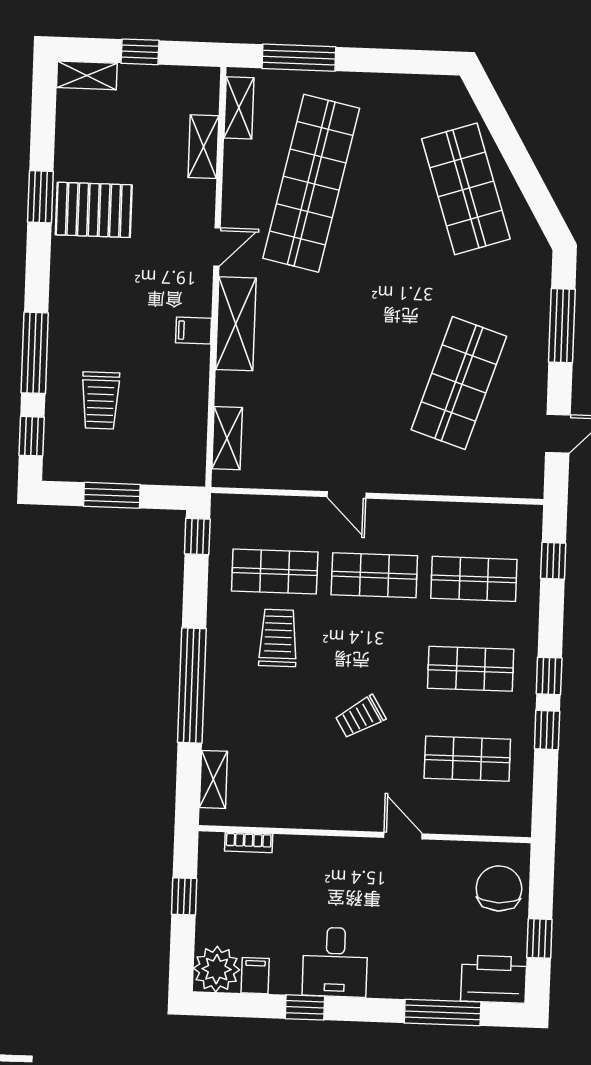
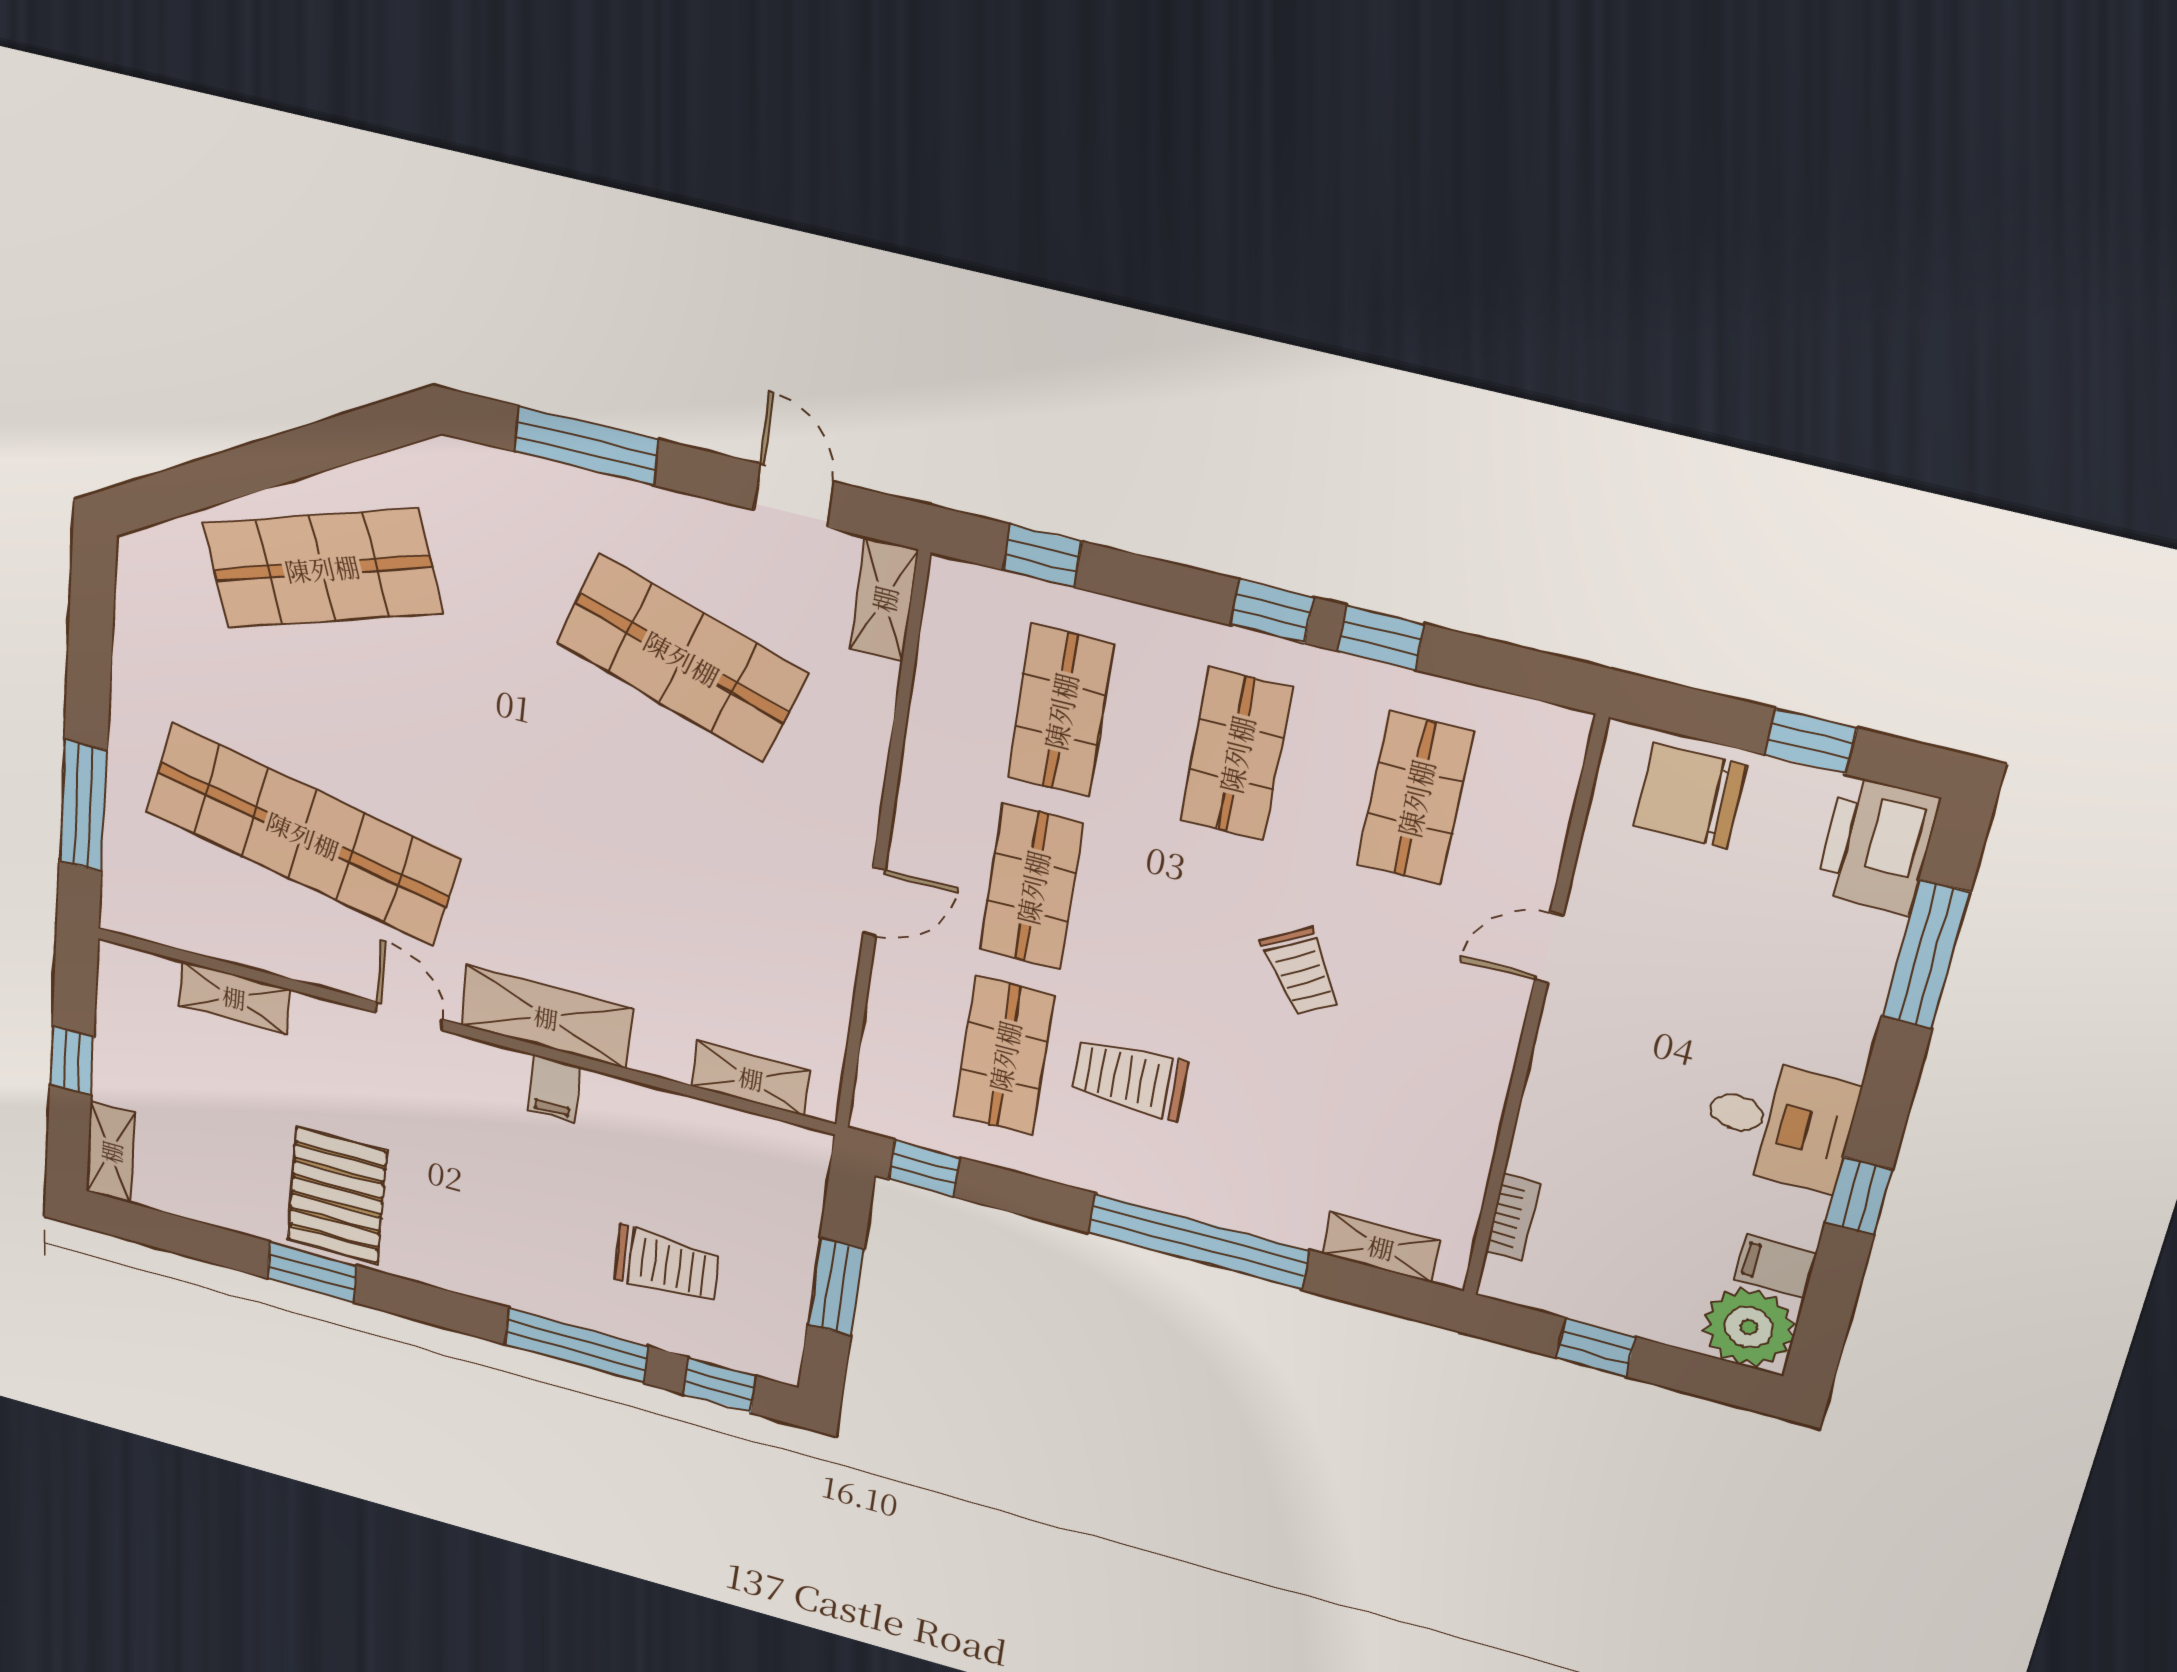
shelving: (239, 108) -> (884, 599), moved, turned 90

